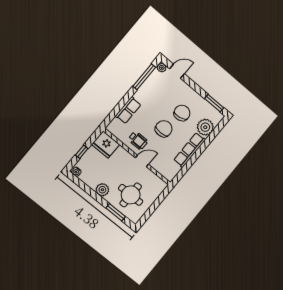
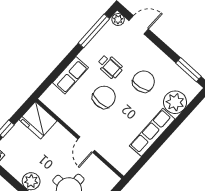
chair: (164, 129) -> (104, 97), moved
wheelchair: (138, 140) -> (110, 66), moved
door: (142, 161) -> (86, 145), swing flipped

